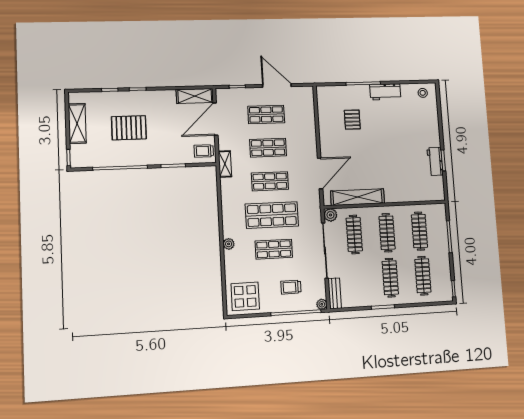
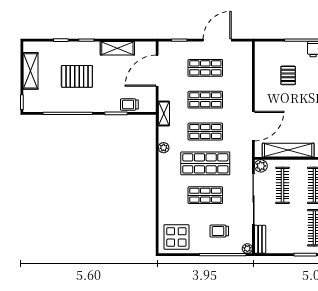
door: (277, 86) -> (217, 40), hinge flipped
shelving: (195, 96) -> (117, 48), moved
trolley: (204, 151) -> (129, 105), moved
plant: (229, 244) -> (164, 148), moved

